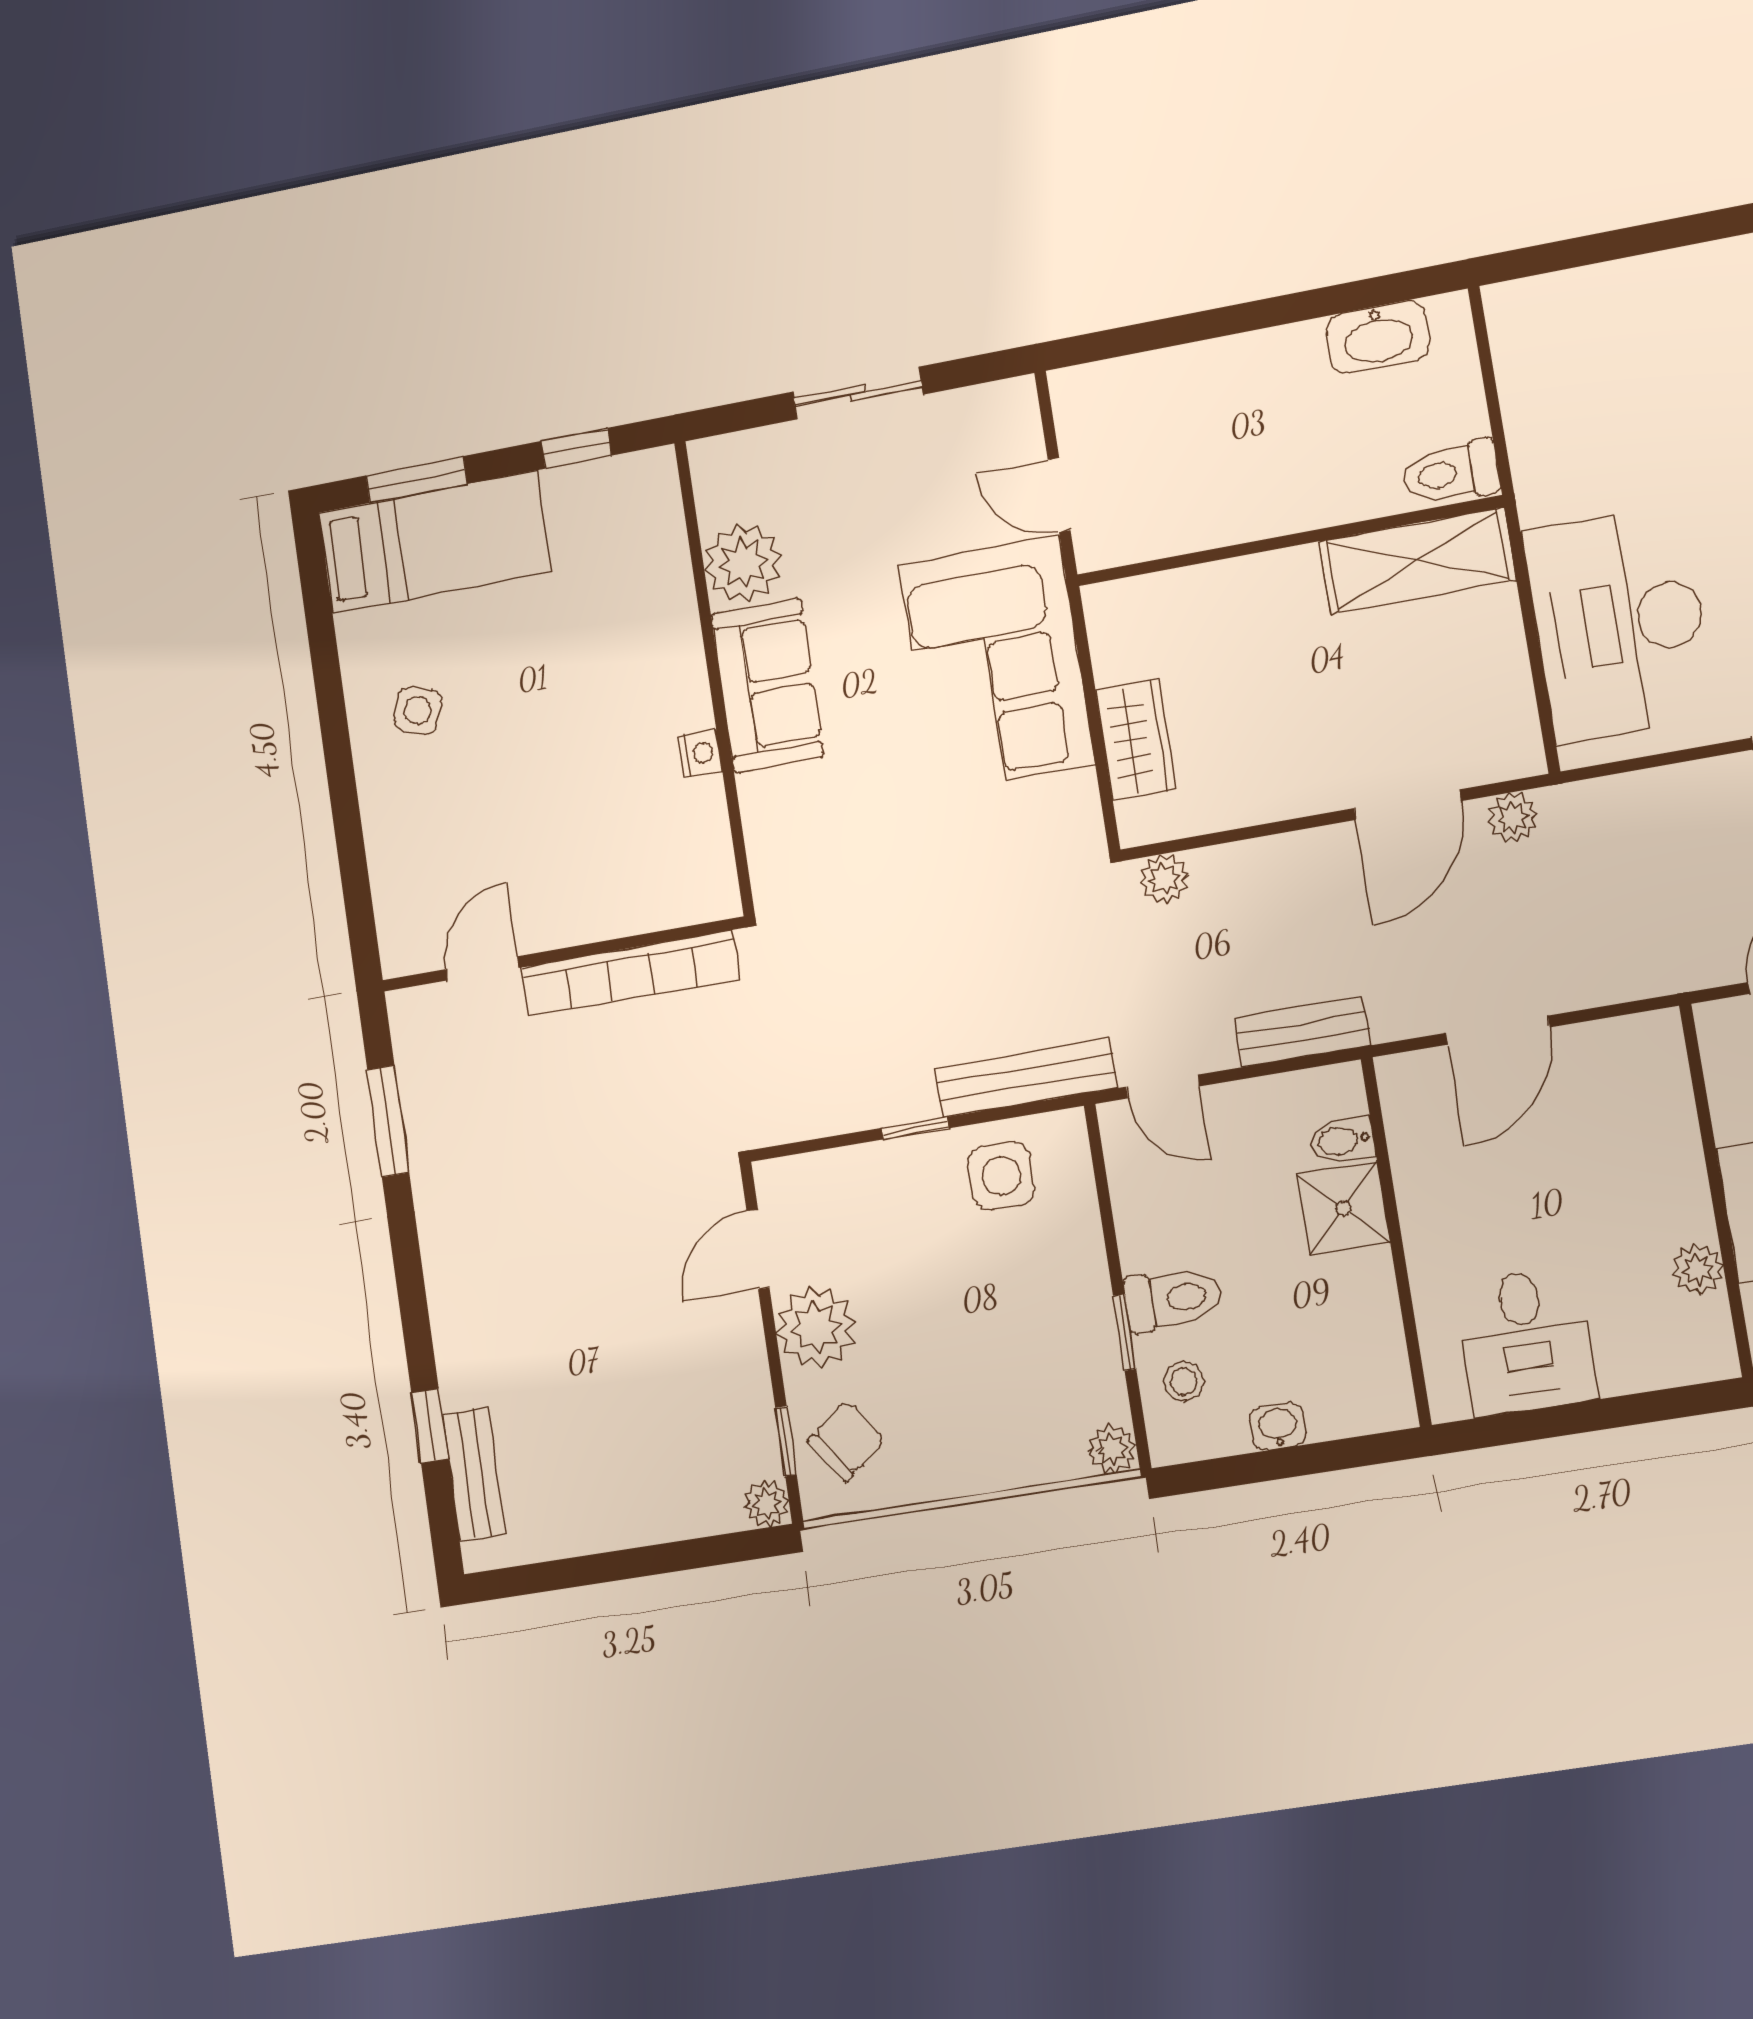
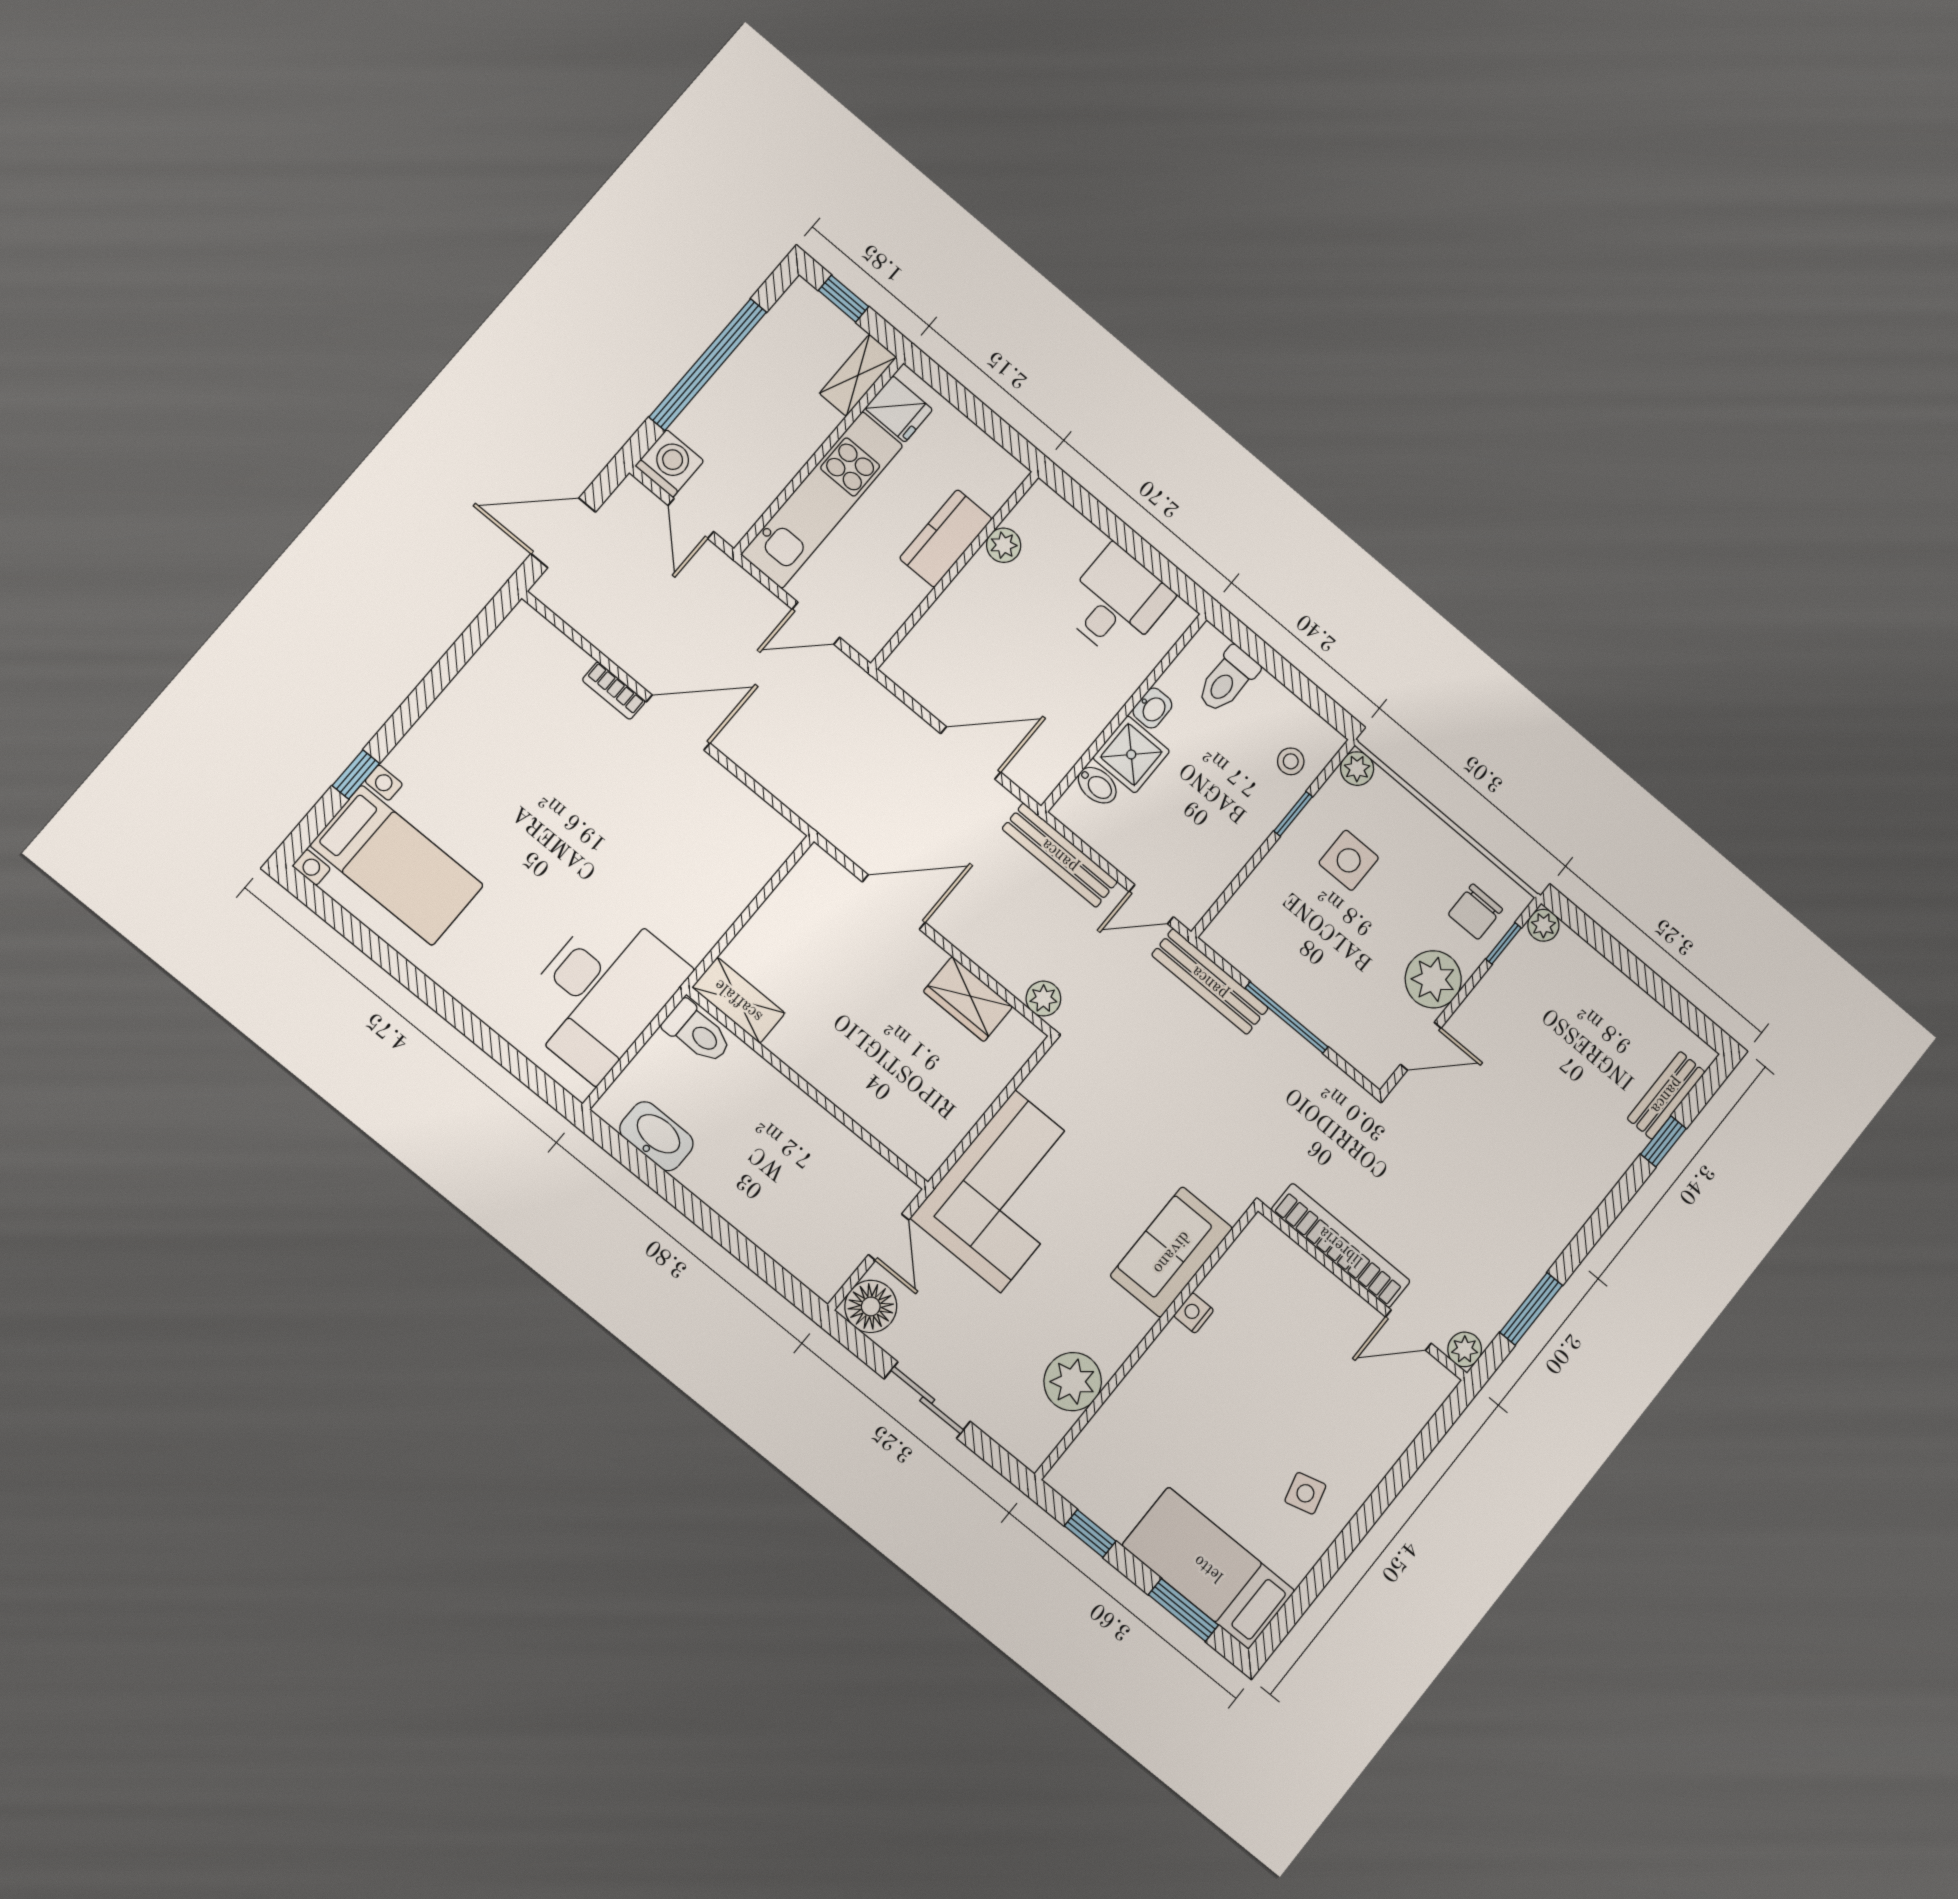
floor lamp: (1005, 415) -> (871, 1306), added
shelving: (1417, 561) -> (739, 1000), width x0.67, depth x0.75
desk: (1619, 624) -> (602, 992), moved
sofa: (767, 685) -> (1171, 1252), moved
side table: (418, 710) -> (1305, 1493), turned -36
wardrobe: (1136, 740) -> (968, 999), moved, turned -90
plant: (1513, 818) -> (1465, 1349), moved
bench: (1302, 1032) -> (1060, 855), width x1.36
door: (1163, 1086) -> (1151, 904), swing flipped
window: (915, 1128) -> (1287, 1018), width x2.17
side table: (1001, 1176) -> (1349, 860), moved
toilet: (1173, 1299) -> (1228, 680), moved, turned -90
washbasin: (1278, 1427) -> (1152, 708), moved, turned -90
chair: (846, 1441) -> (1475, 912), turned -53

